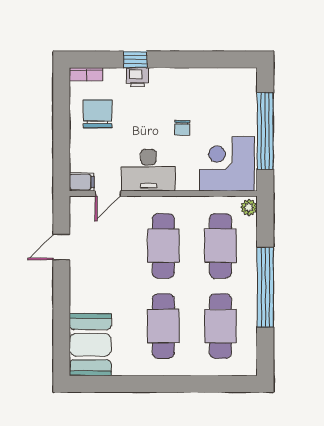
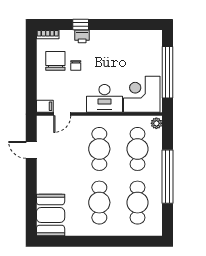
chair: (182, 128) -> (76, 66), moved
desk: (148, 170) -> (105, 98), moved
door: (61, 247) -> (31, 150), hinge flipped

